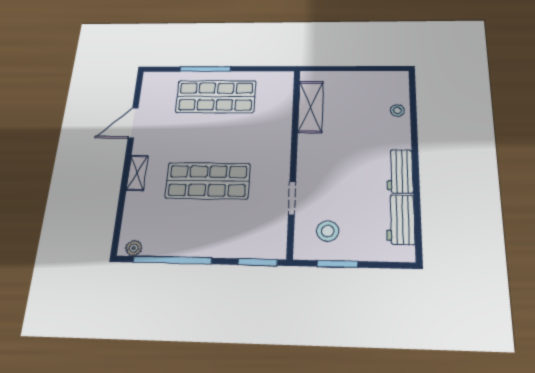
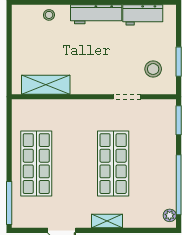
window: (205, 69) -> (9, 203), moved
workbench: (400, 171) -> (96, 14), width x1.38

